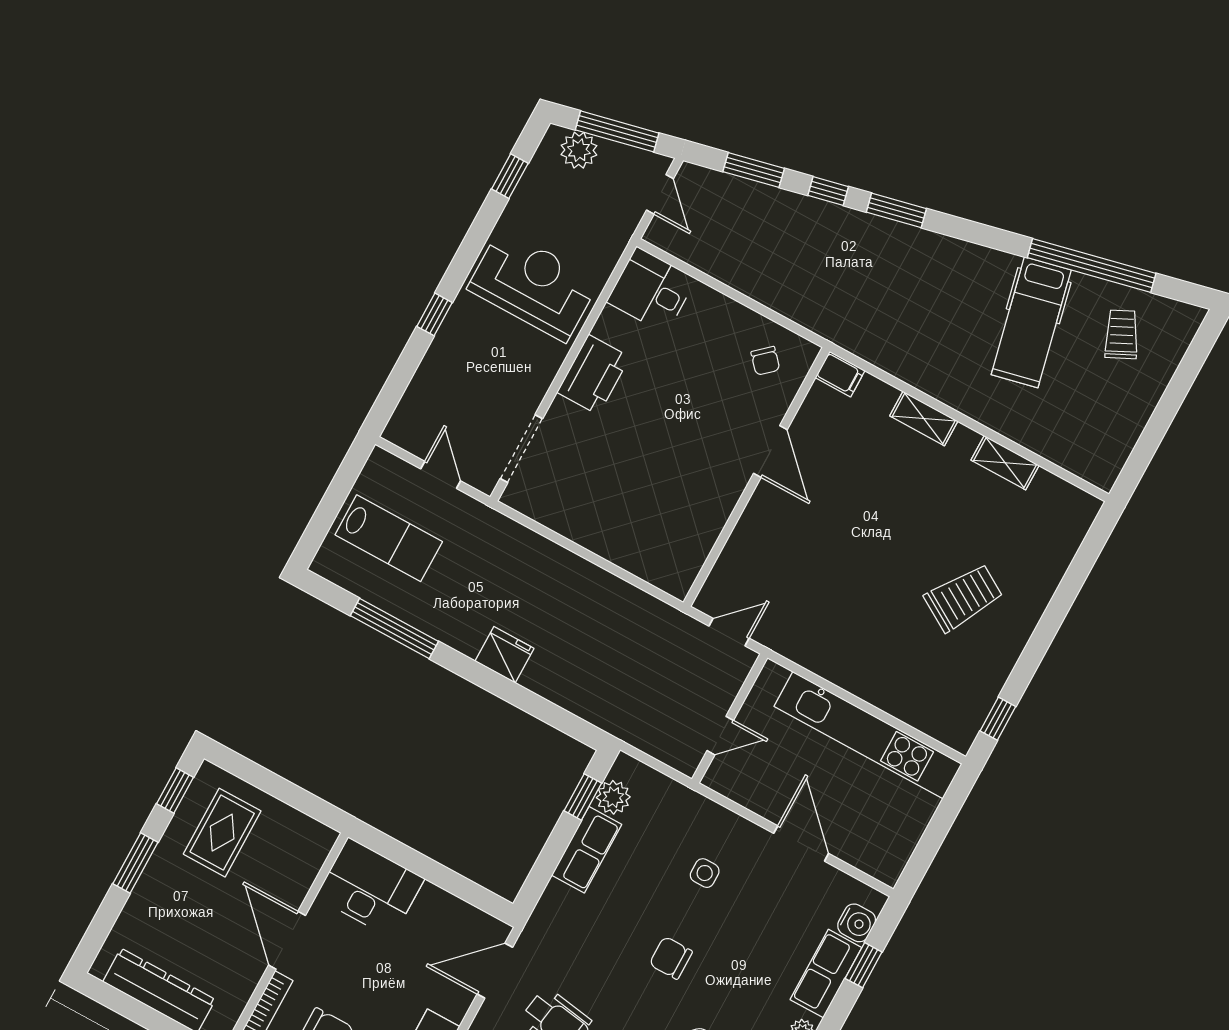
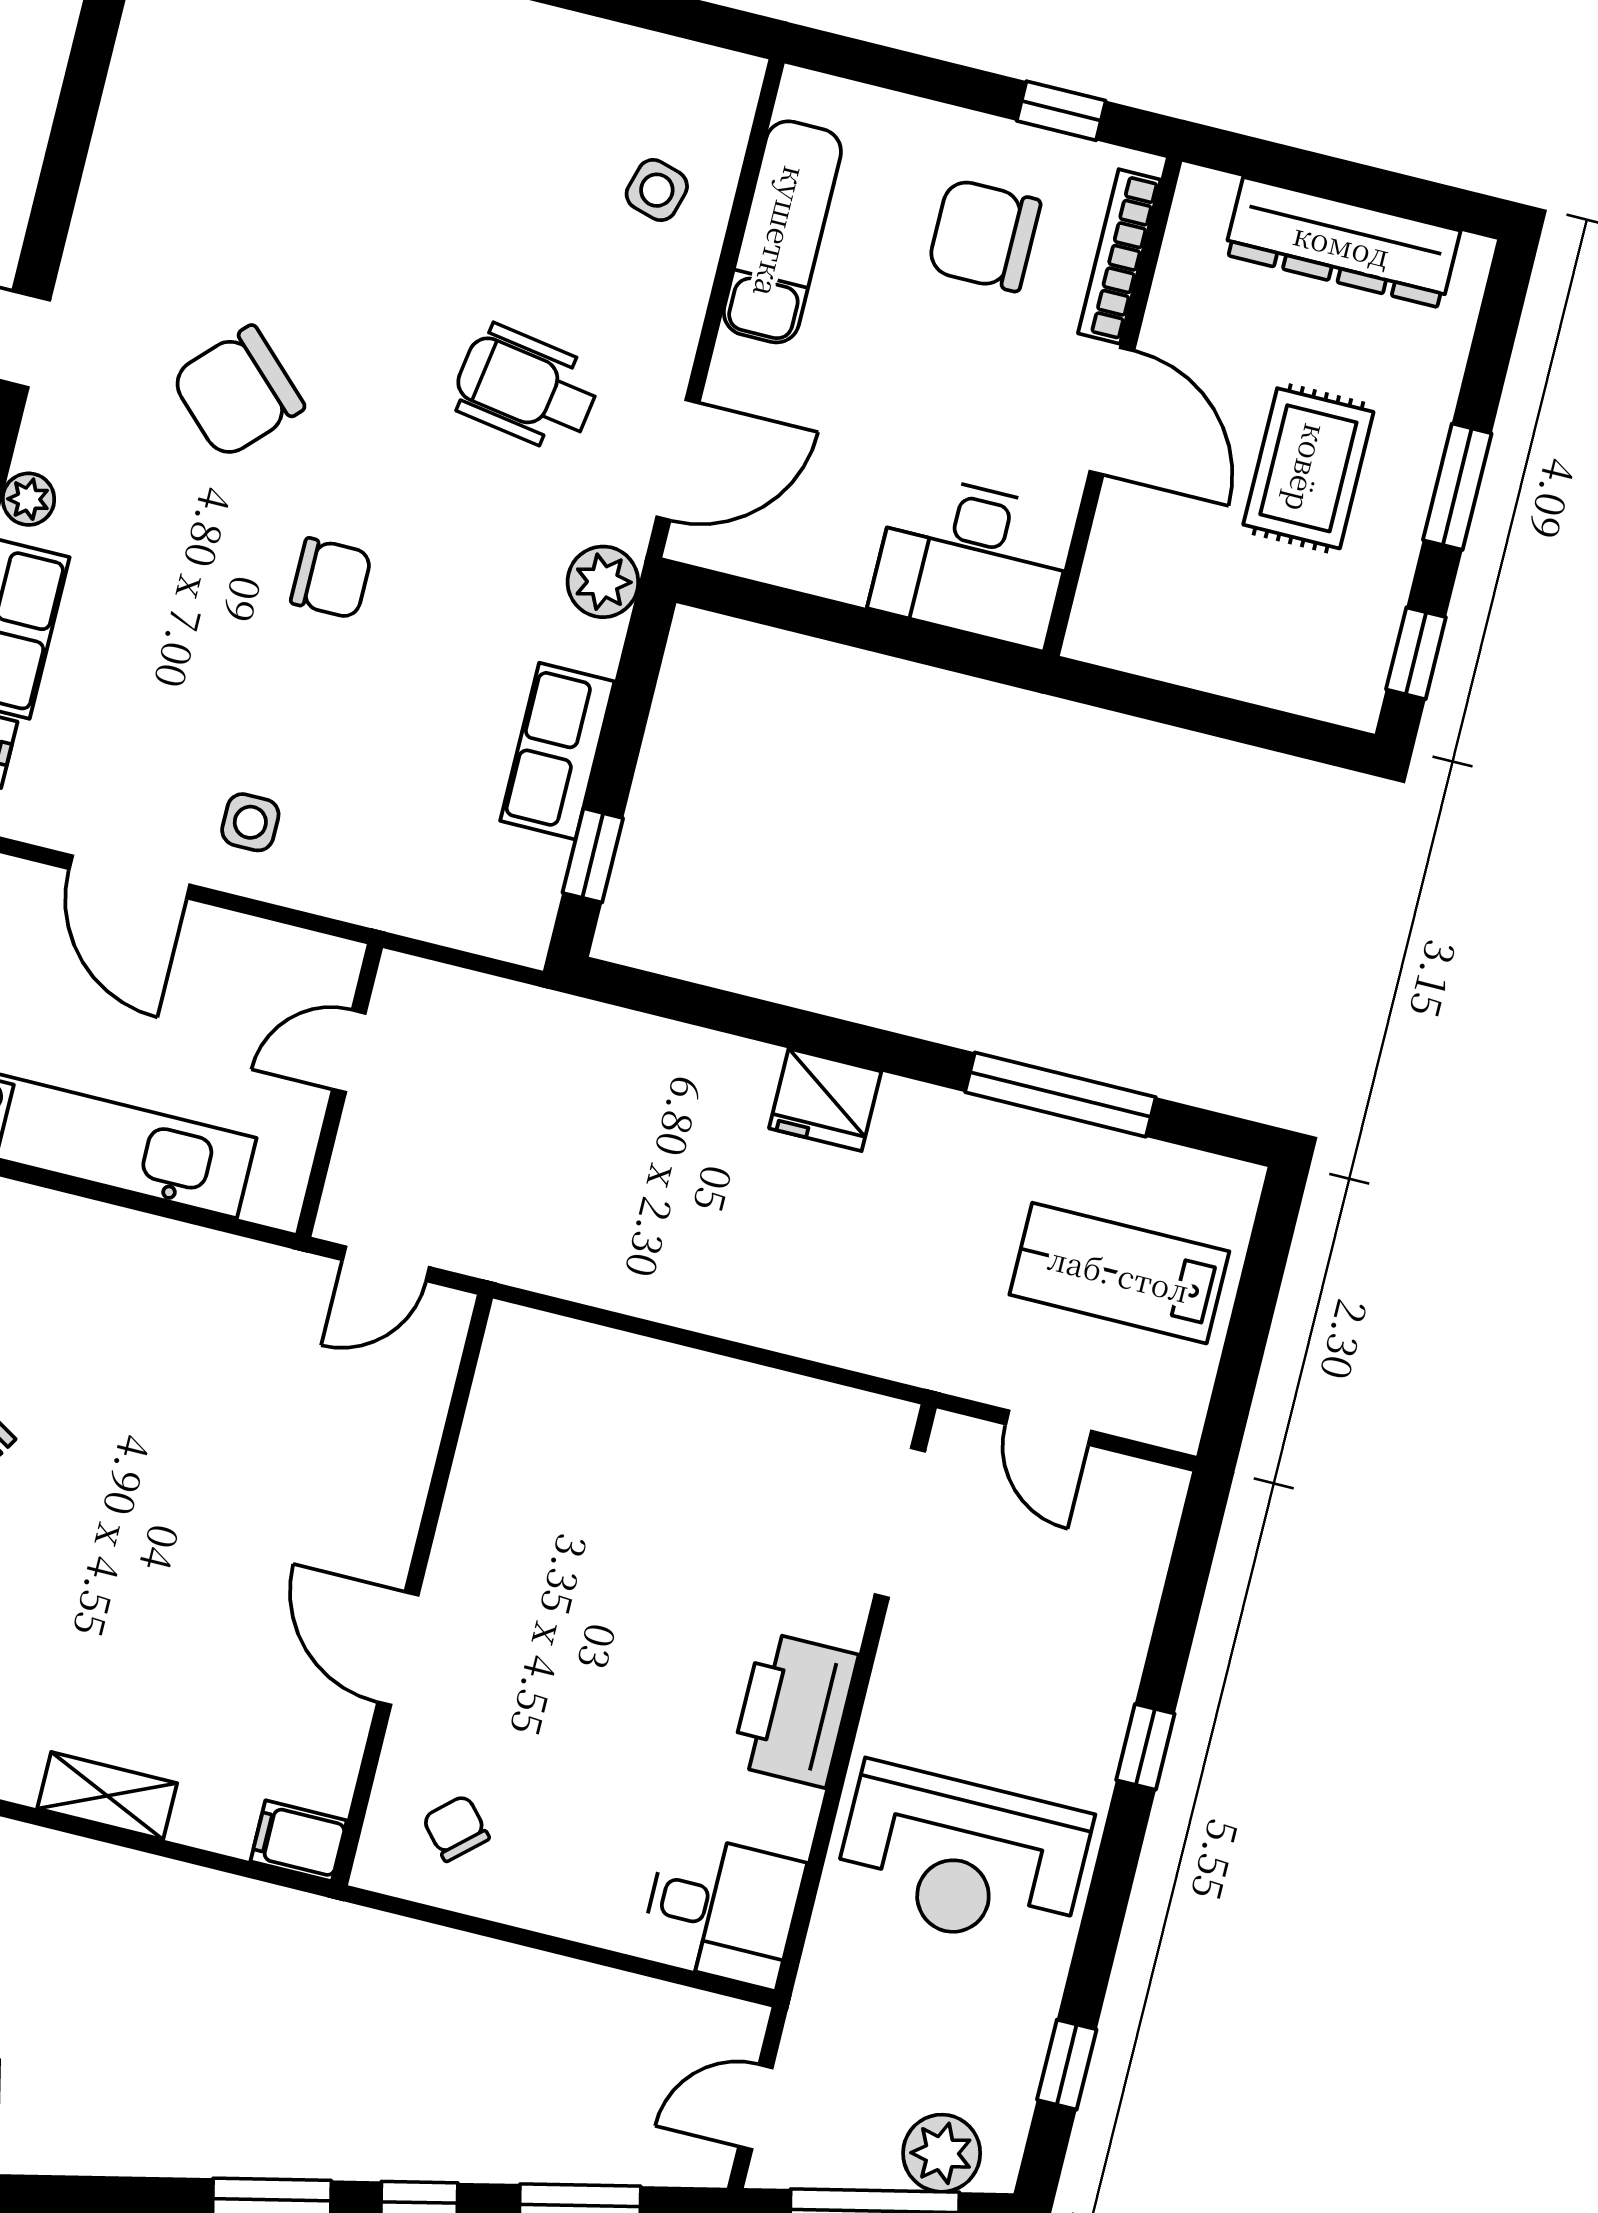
door: (660, 194) -> (755, 2107), hinge flipped
plant: (613, 797) -> (603, 582), moved
rug: (222, 833) -> (1308, 468), moved
side table: (705, 873) -> (250, 822), moved

